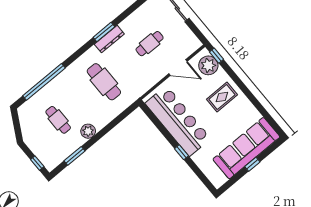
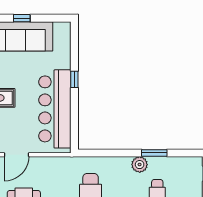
door: (178, 68) -> (17, 155), swing flipped
window: (75, 156) -> (154, 153), moved

